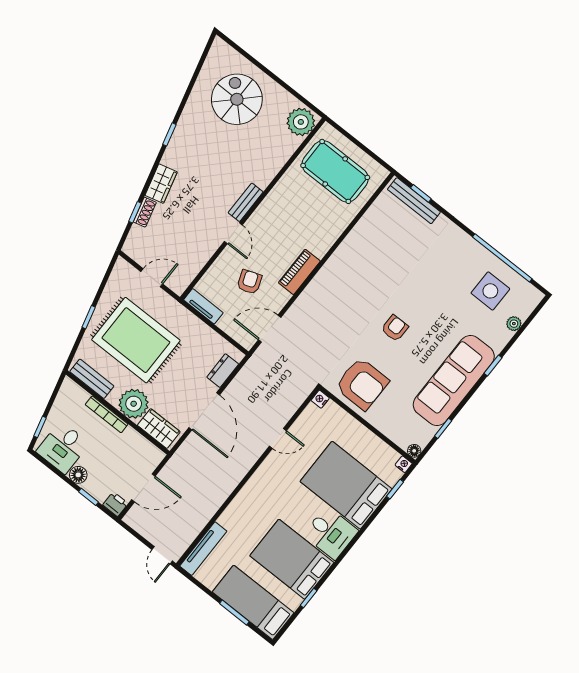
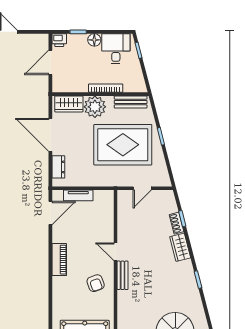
armchair: (249, 282) -> (96, 283), moved
tv unit: (203, 306) -> (78, 195), moved

